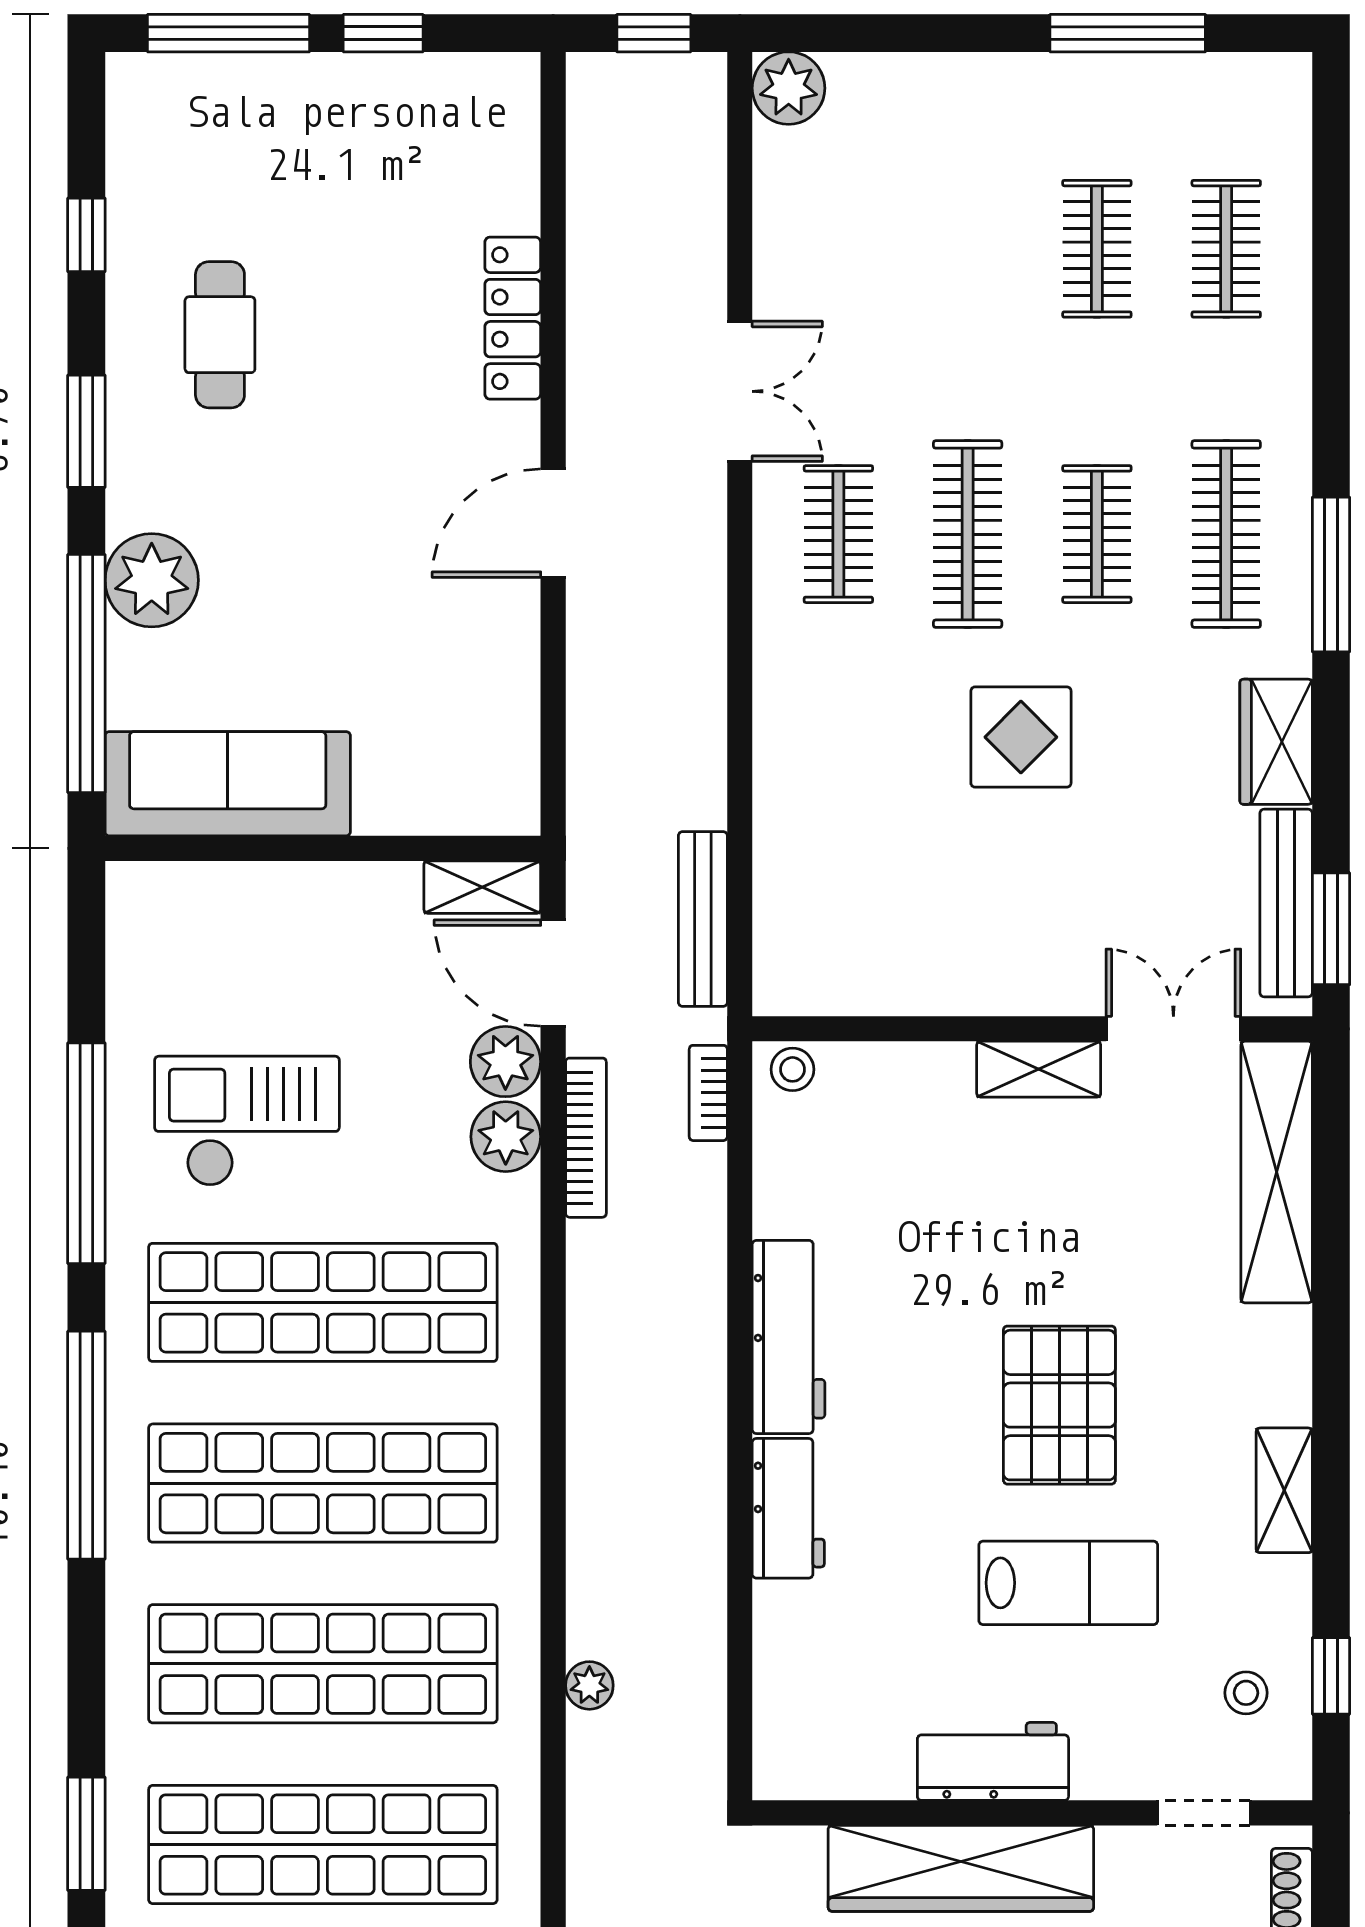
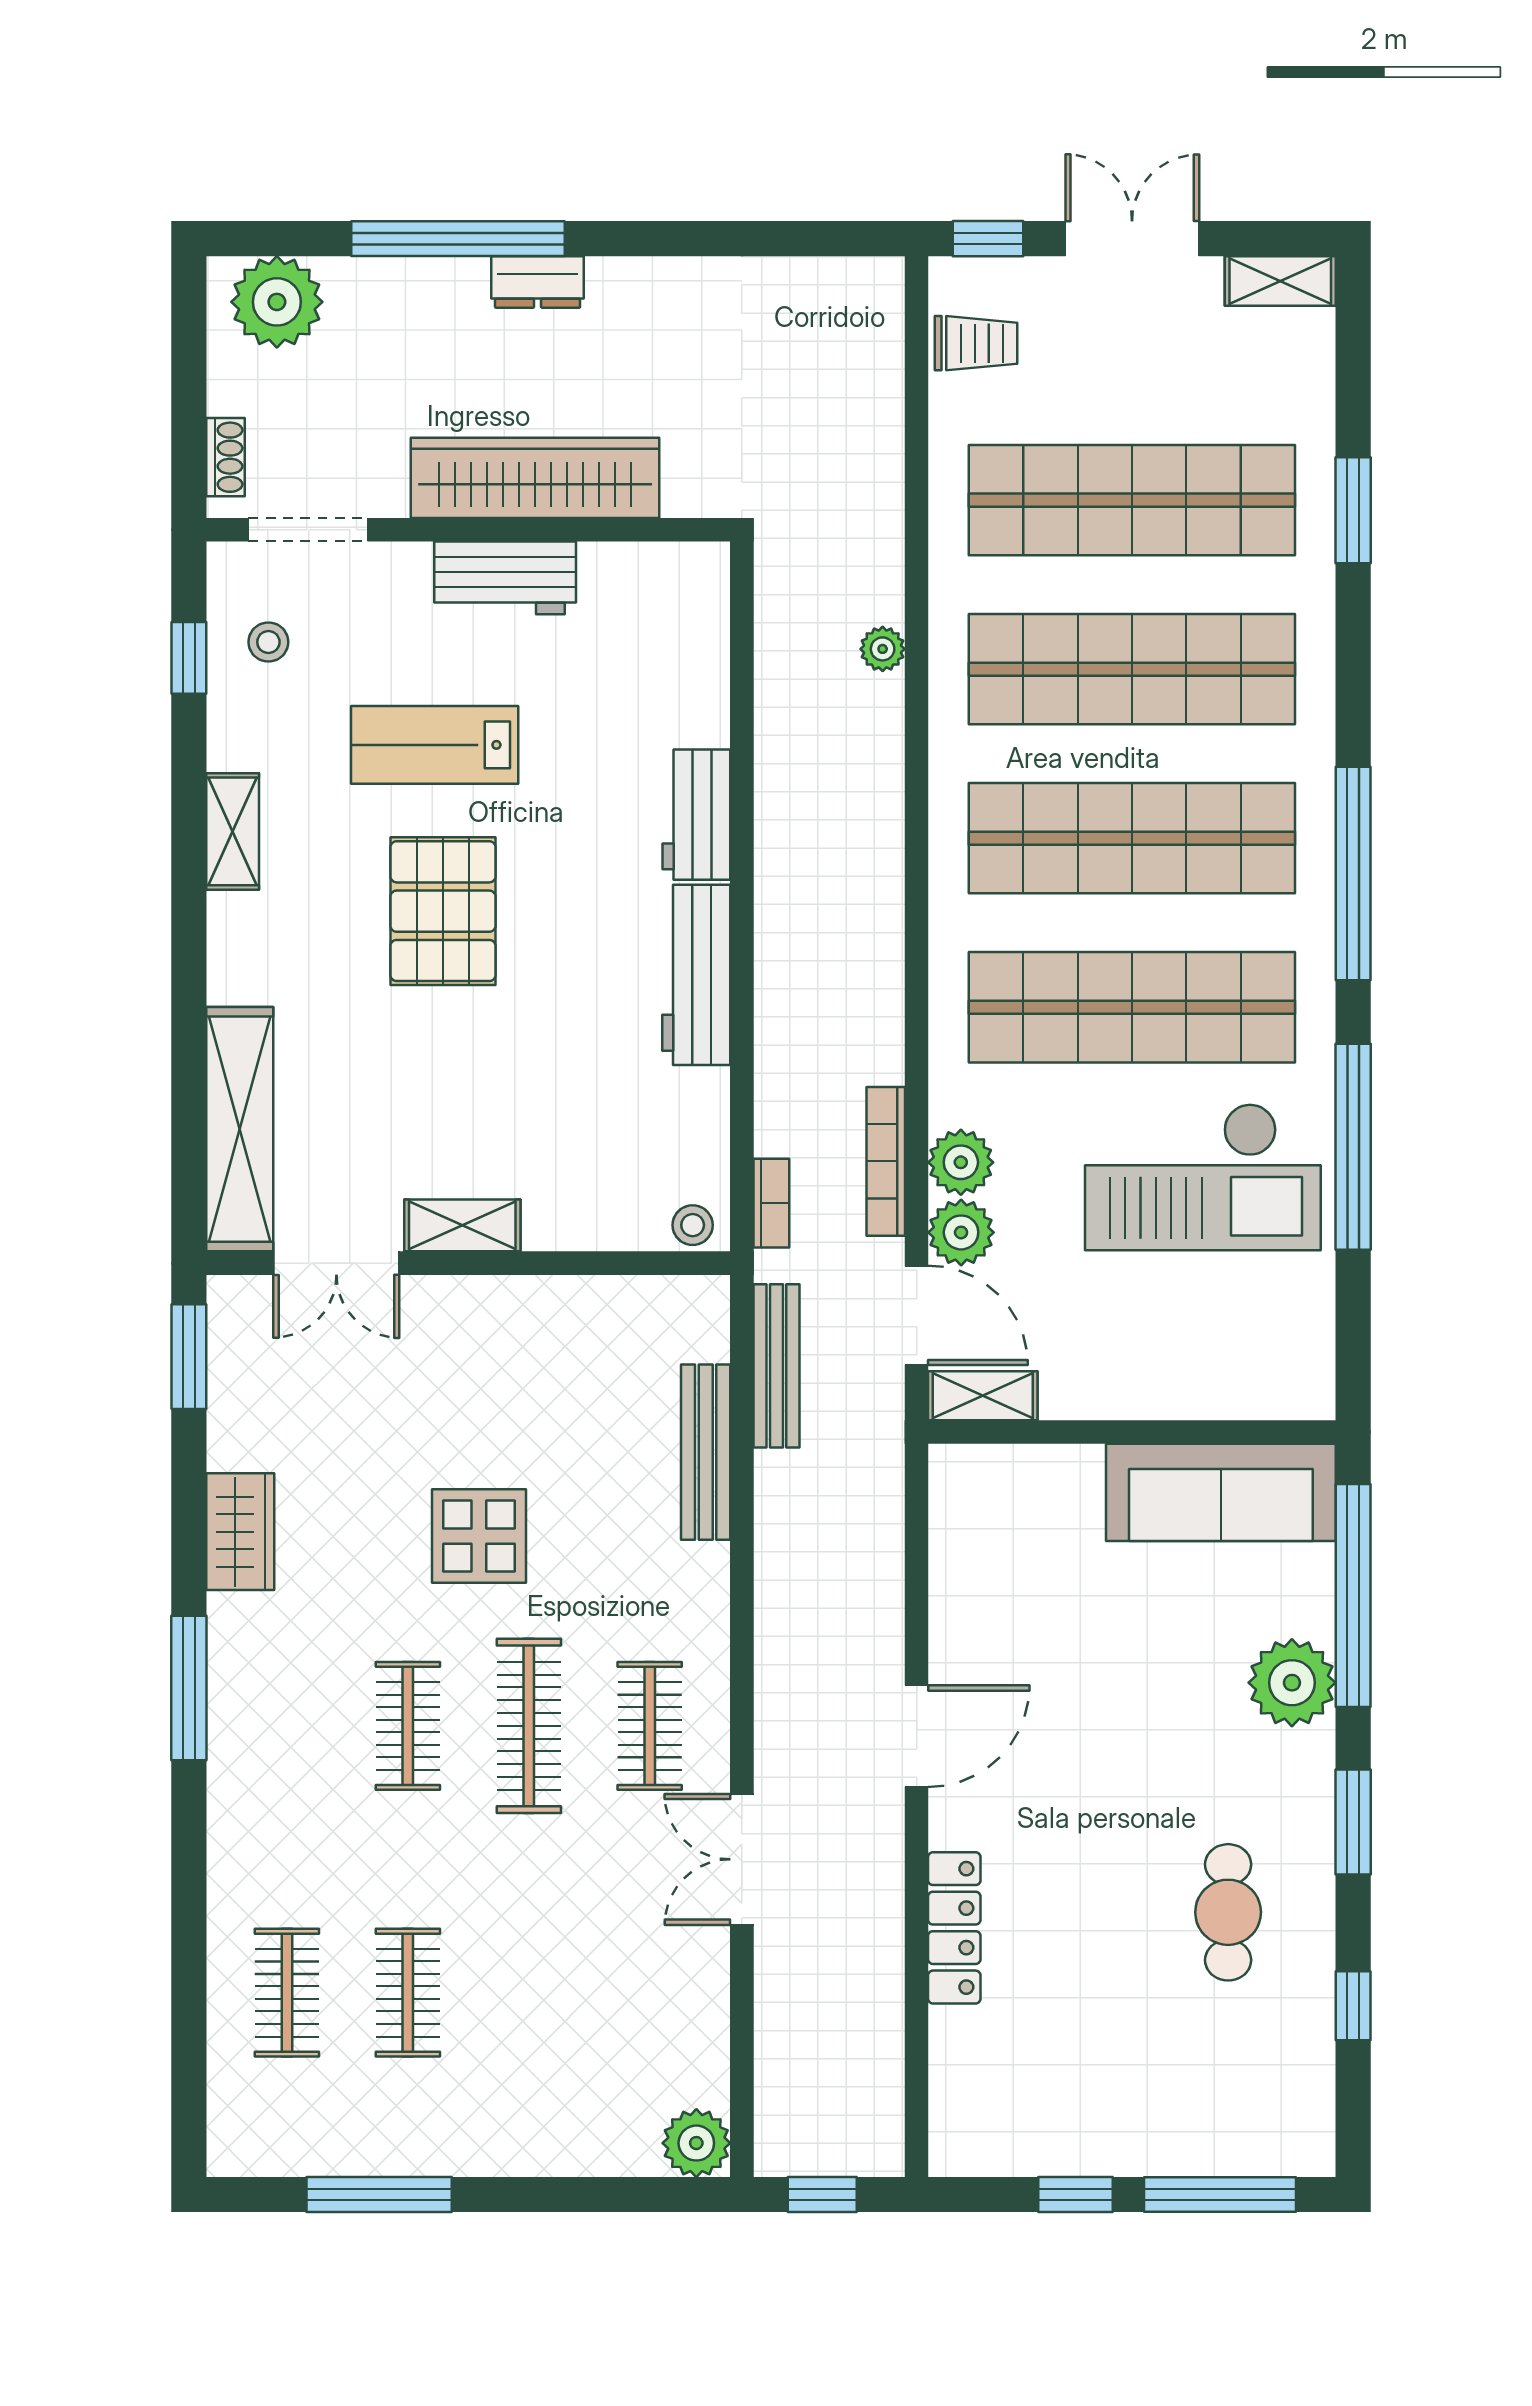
clothes rail: (1226, 534) -> (287, 1726), removed
bench: (1286, 903) -> (706, 1452), moved
checkout: (247, 1121) -> (1203, 1177), width x1.36, depth x1.21
doorway: (1204, 1813) -> (308, 530), width x1.38

